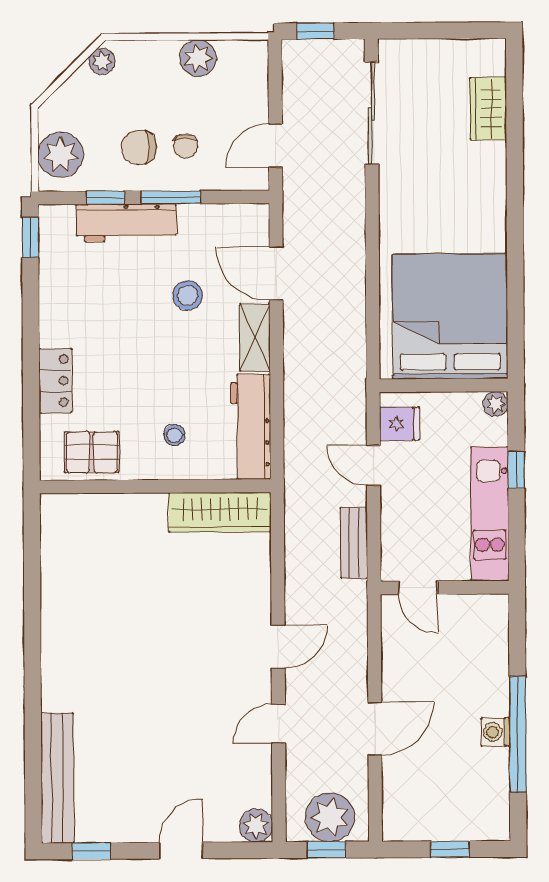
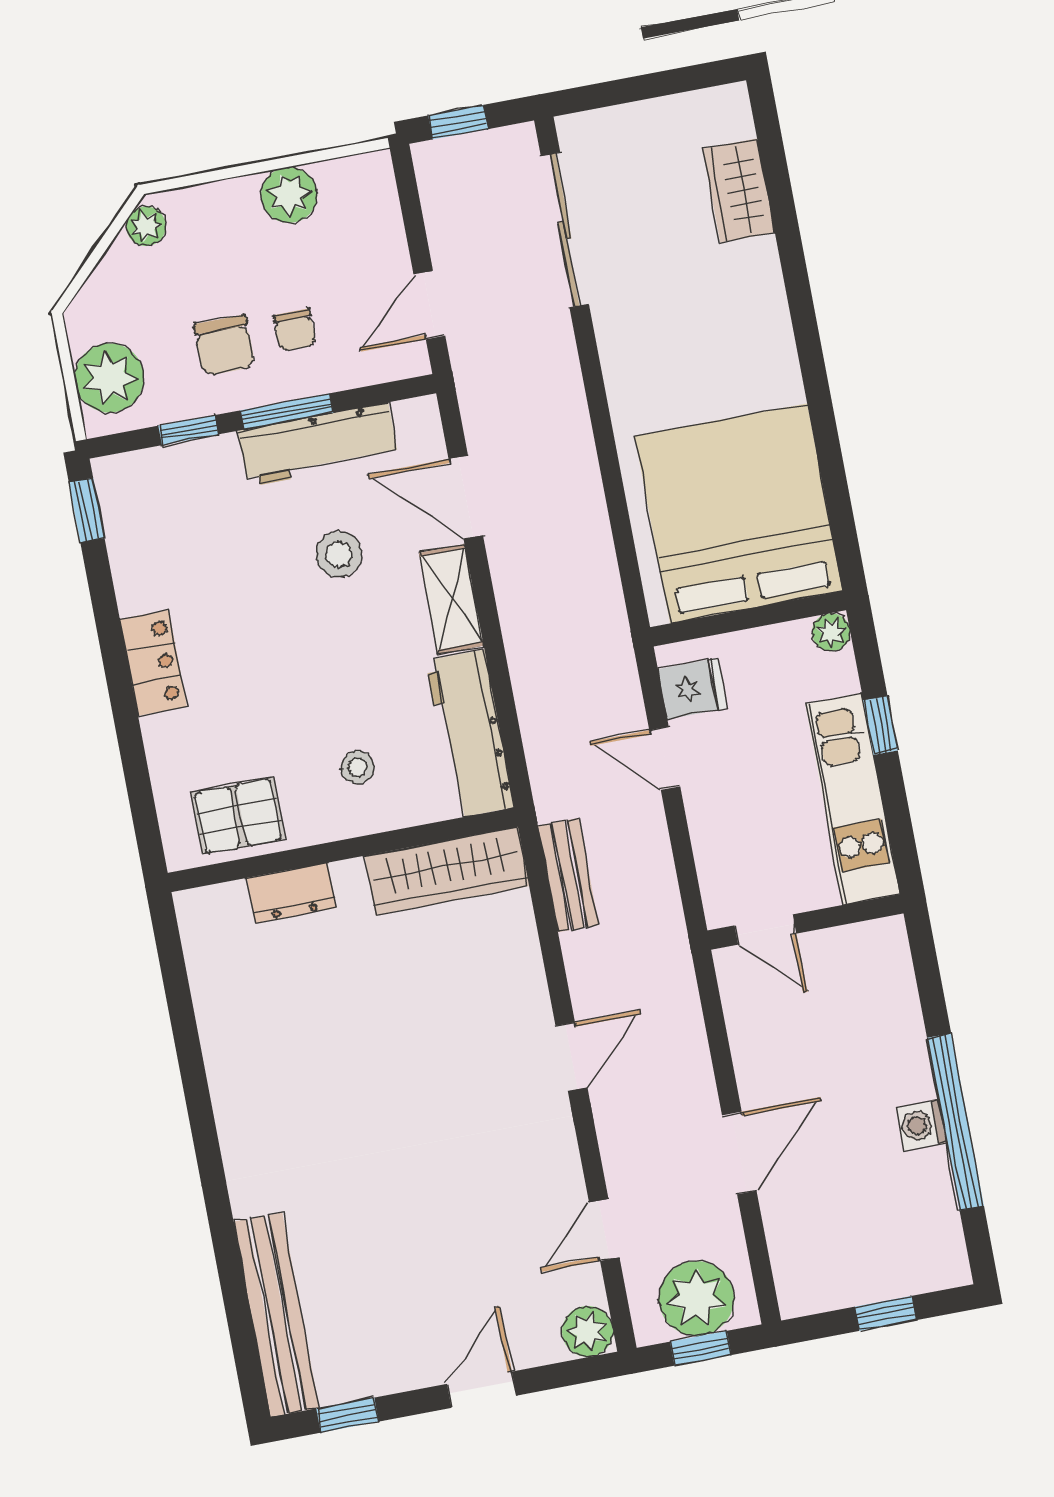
chair: (139, 147) -> (224, 345), turned -90
workbench: (126, 223) -> (318, 445), moved
locker: (55, 381) -> (153, 663), moved
dresser: (117, 508) -> (292, 893), added
bench: (354, 543) -> (568, 875), moved
door: (278, 724) -> (604, 1230), moved

